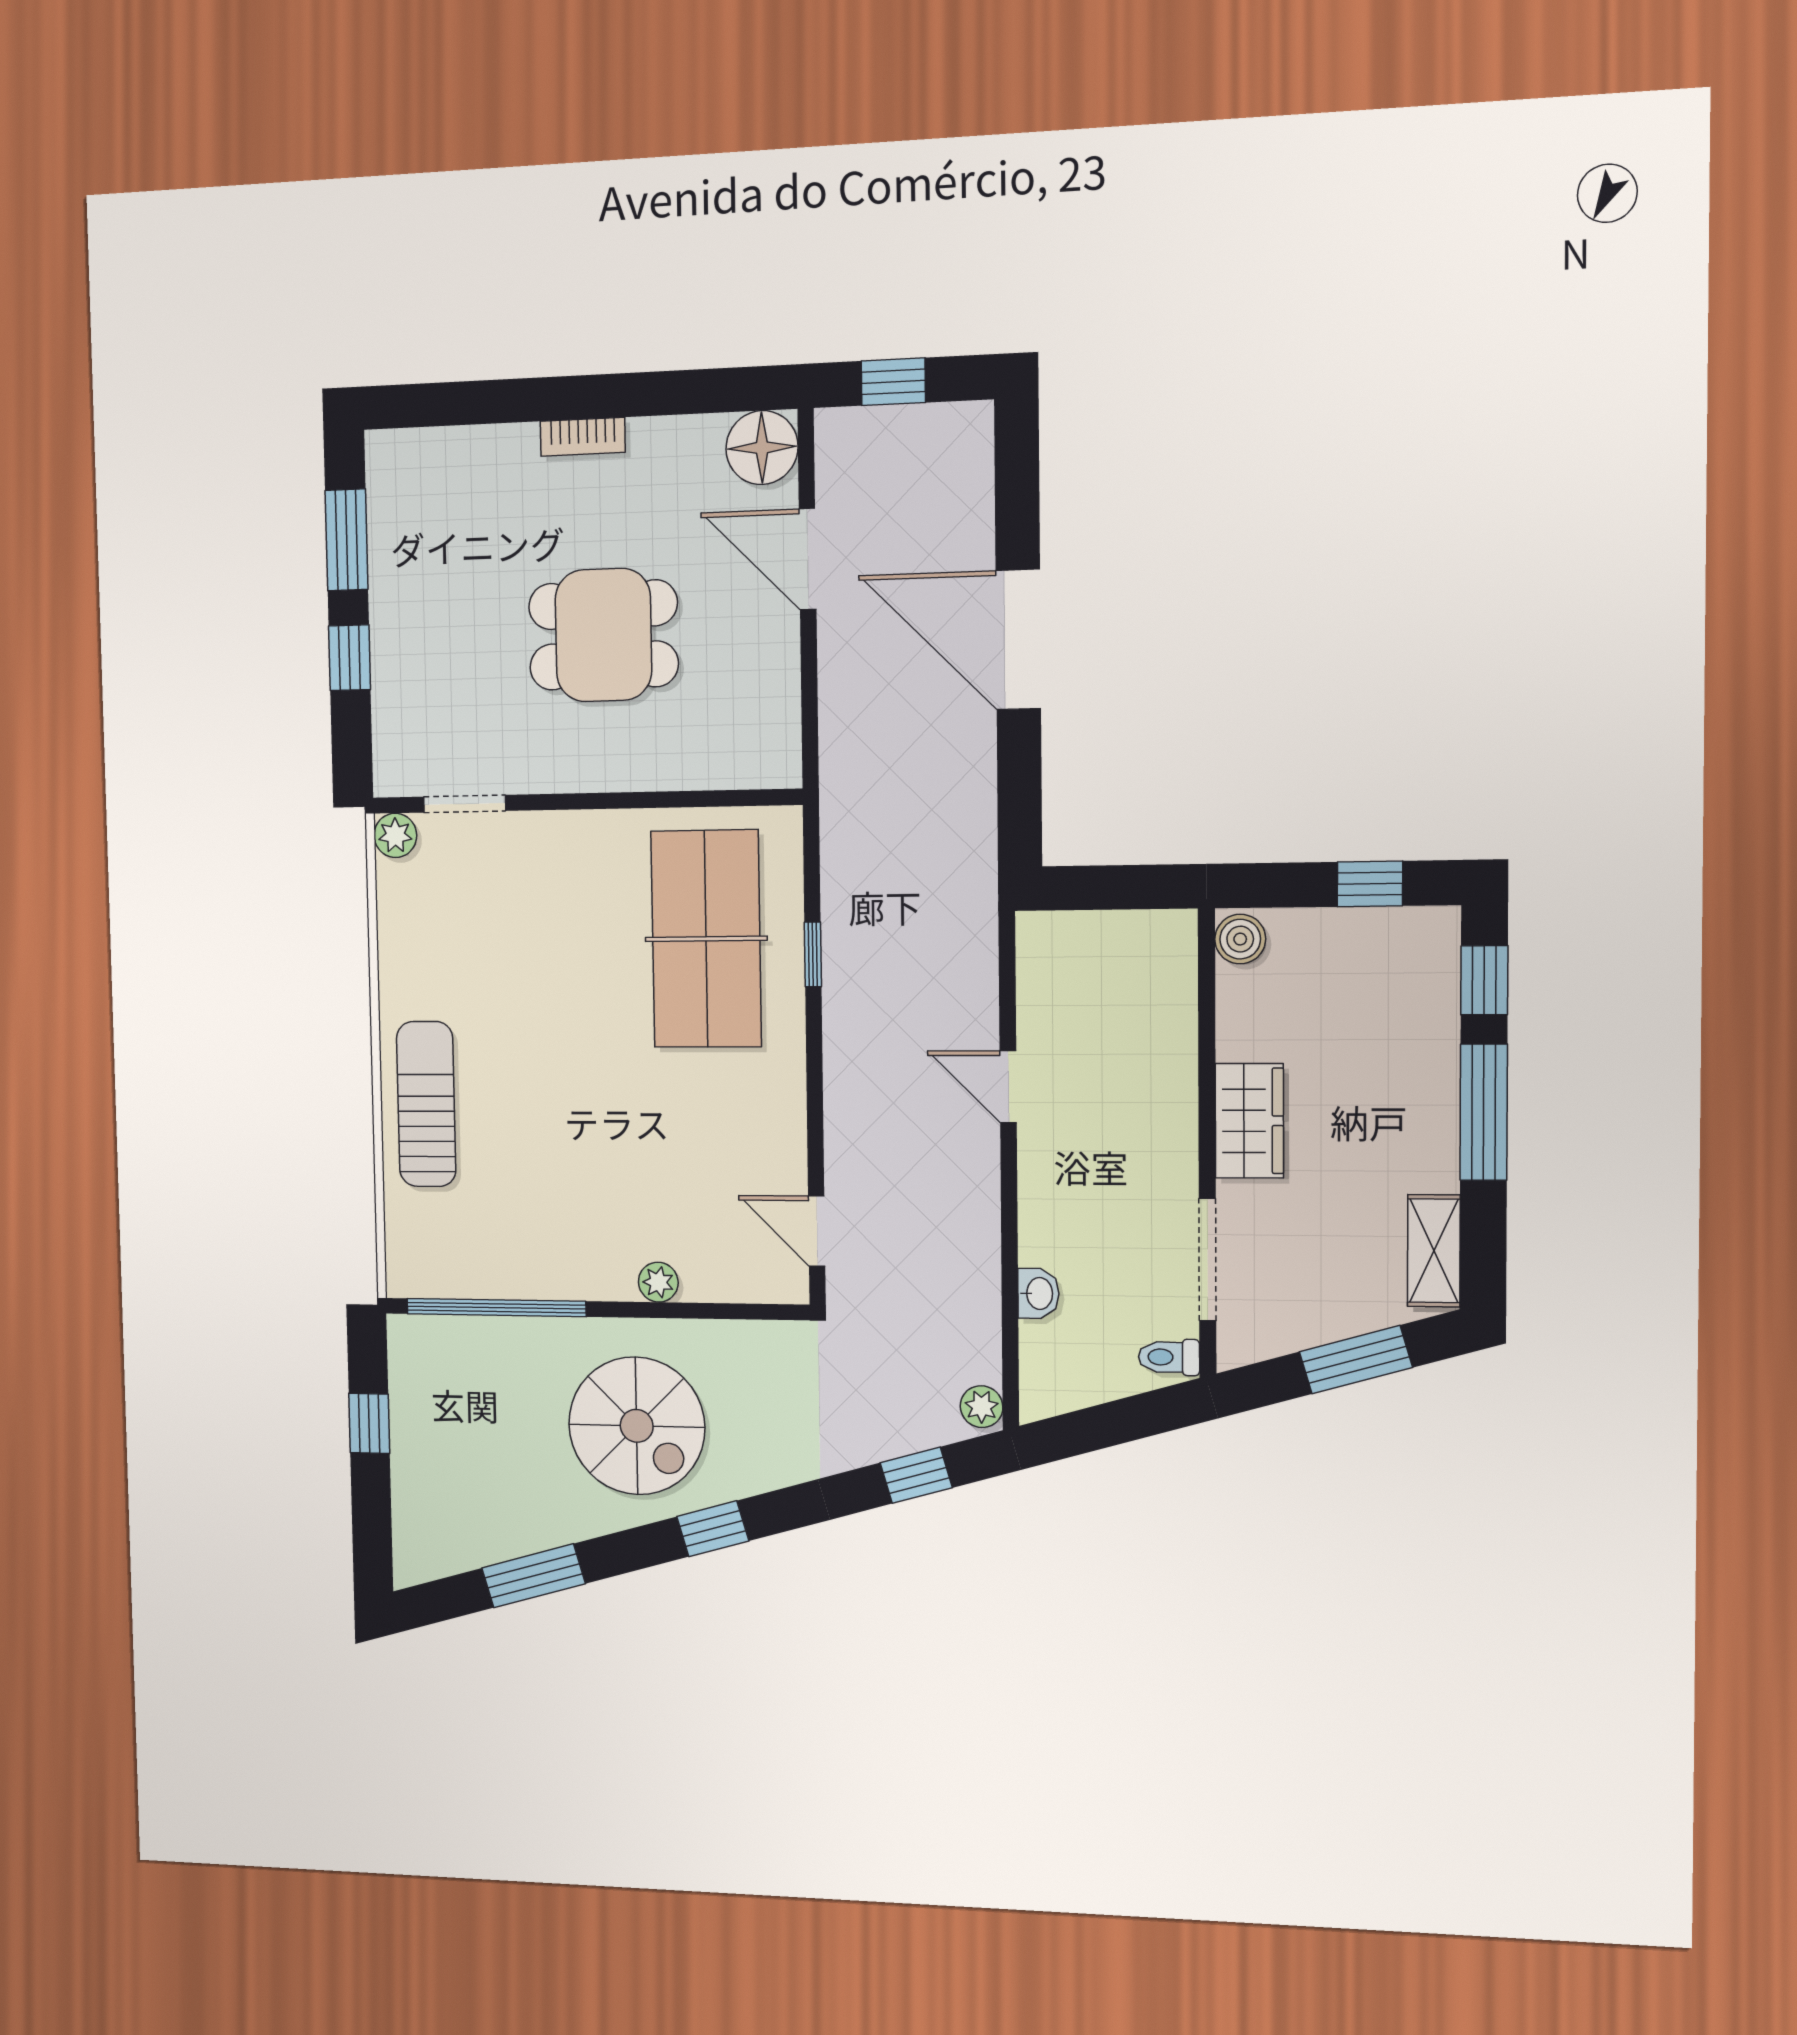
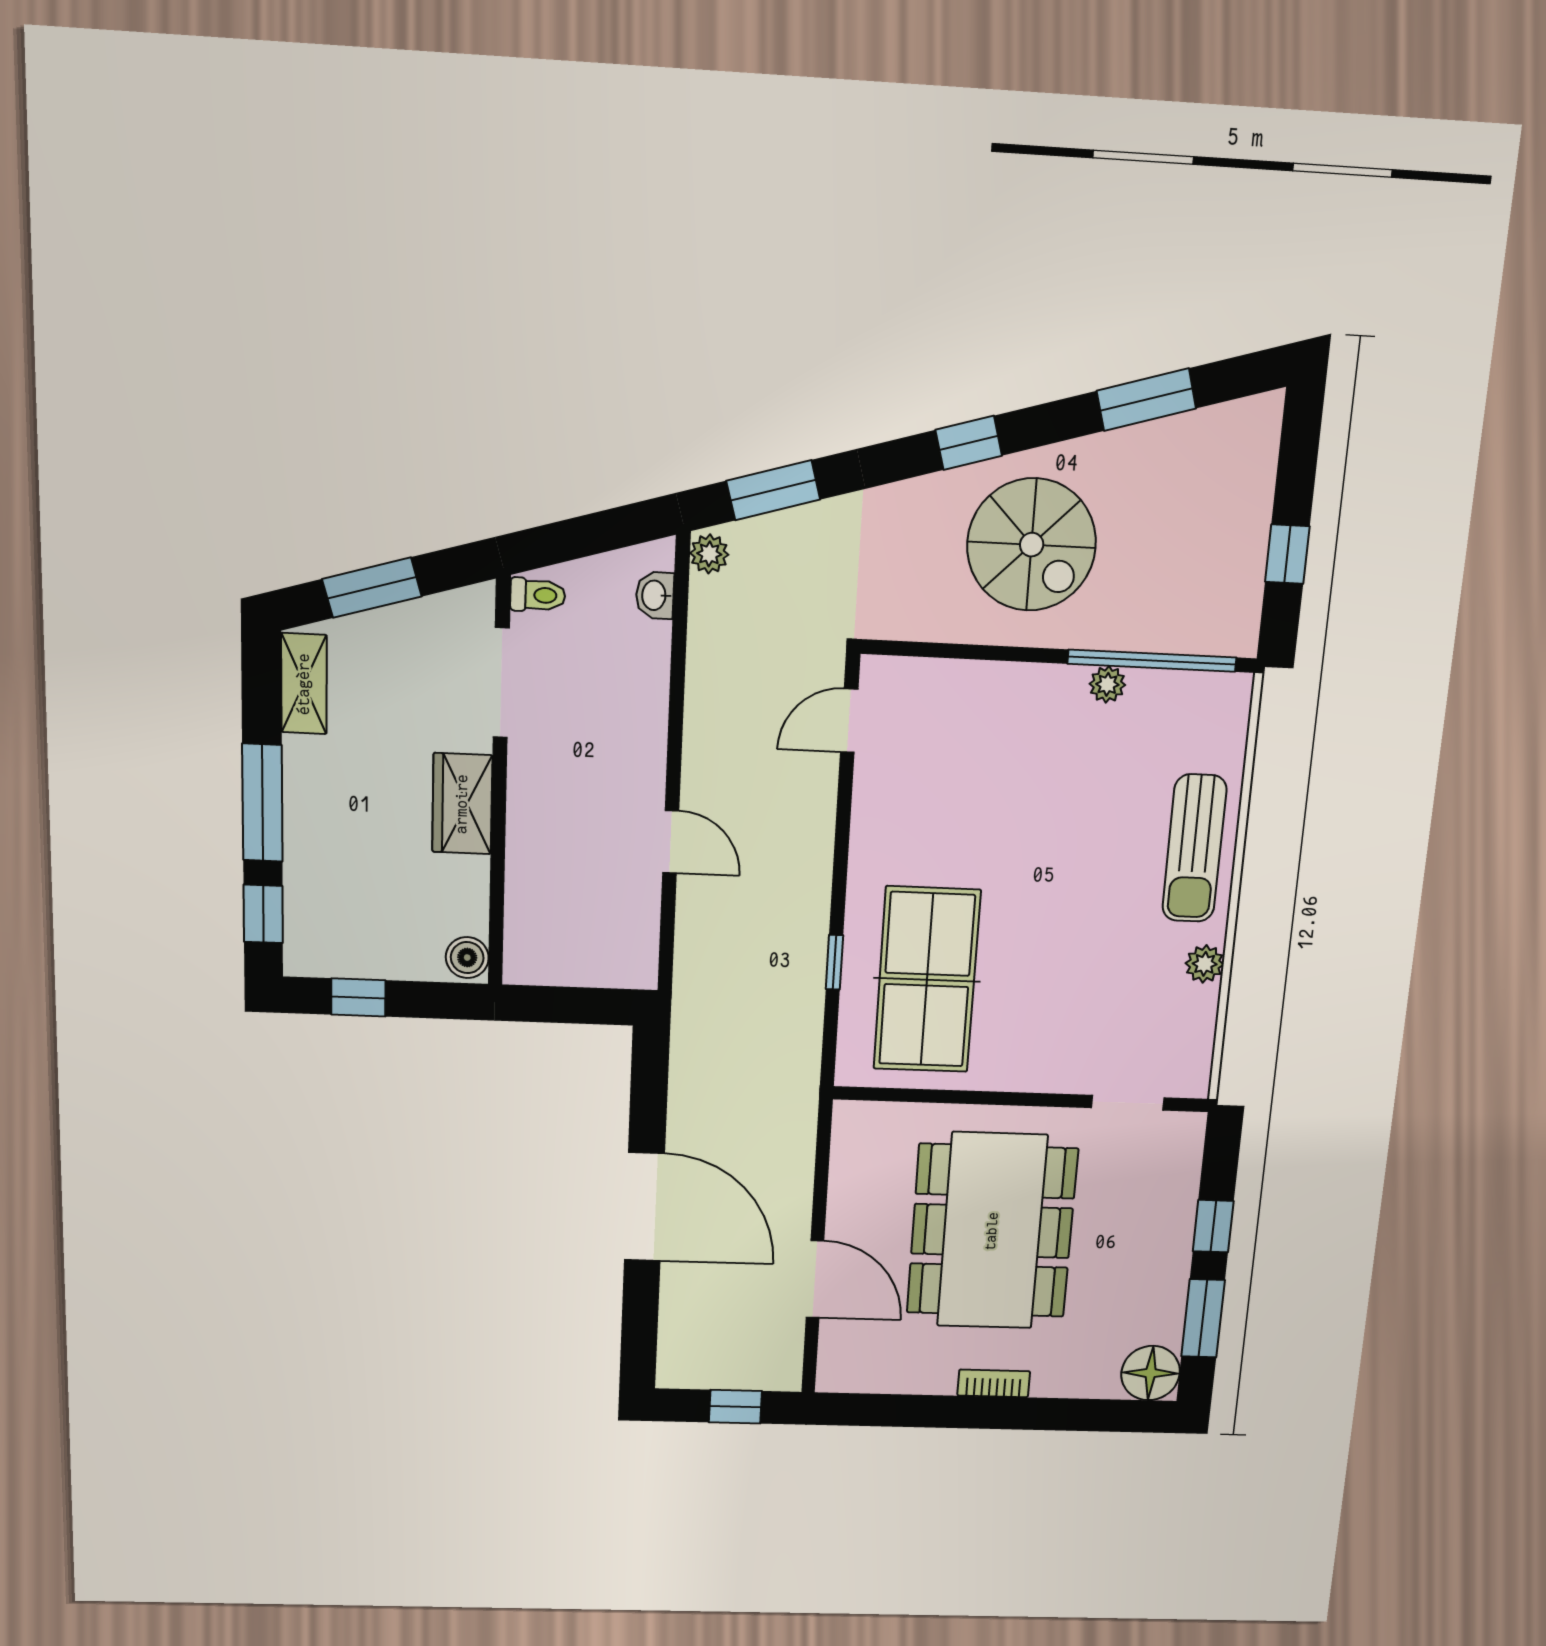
floor lamp: (762, 448) -> (1151, 1373), moved
dining table: (603, 635) -> (992, 1231), width x1.88, depth x1.24
plant: (395, 835) -> (1205, 964), moved
door: (817, 1231) -> (849, 721), swing flipped
plant: (658, 1282) -> (1107, 684), moved
washbasin: (1038, 1293) -> (655, 595), moved
spiral stairs: (637, 1426) -> (1032, 545), turned 180
window: (916, 1475) -> (773, 490), width x1.50

